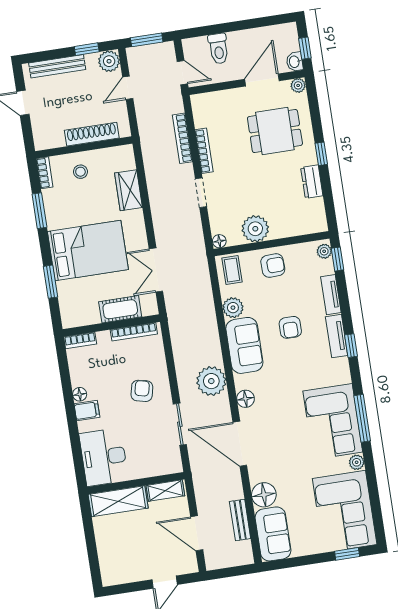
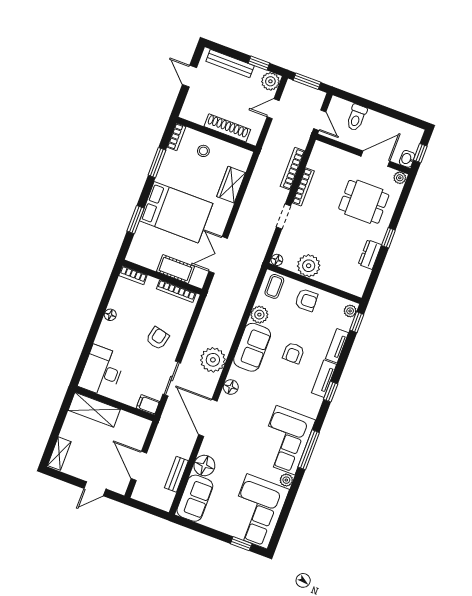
filing cabinet: (87, 411) -> (148, 405), moved, turned 180
shelving: (165, 491) -> (59, 454), moved, turned 90

